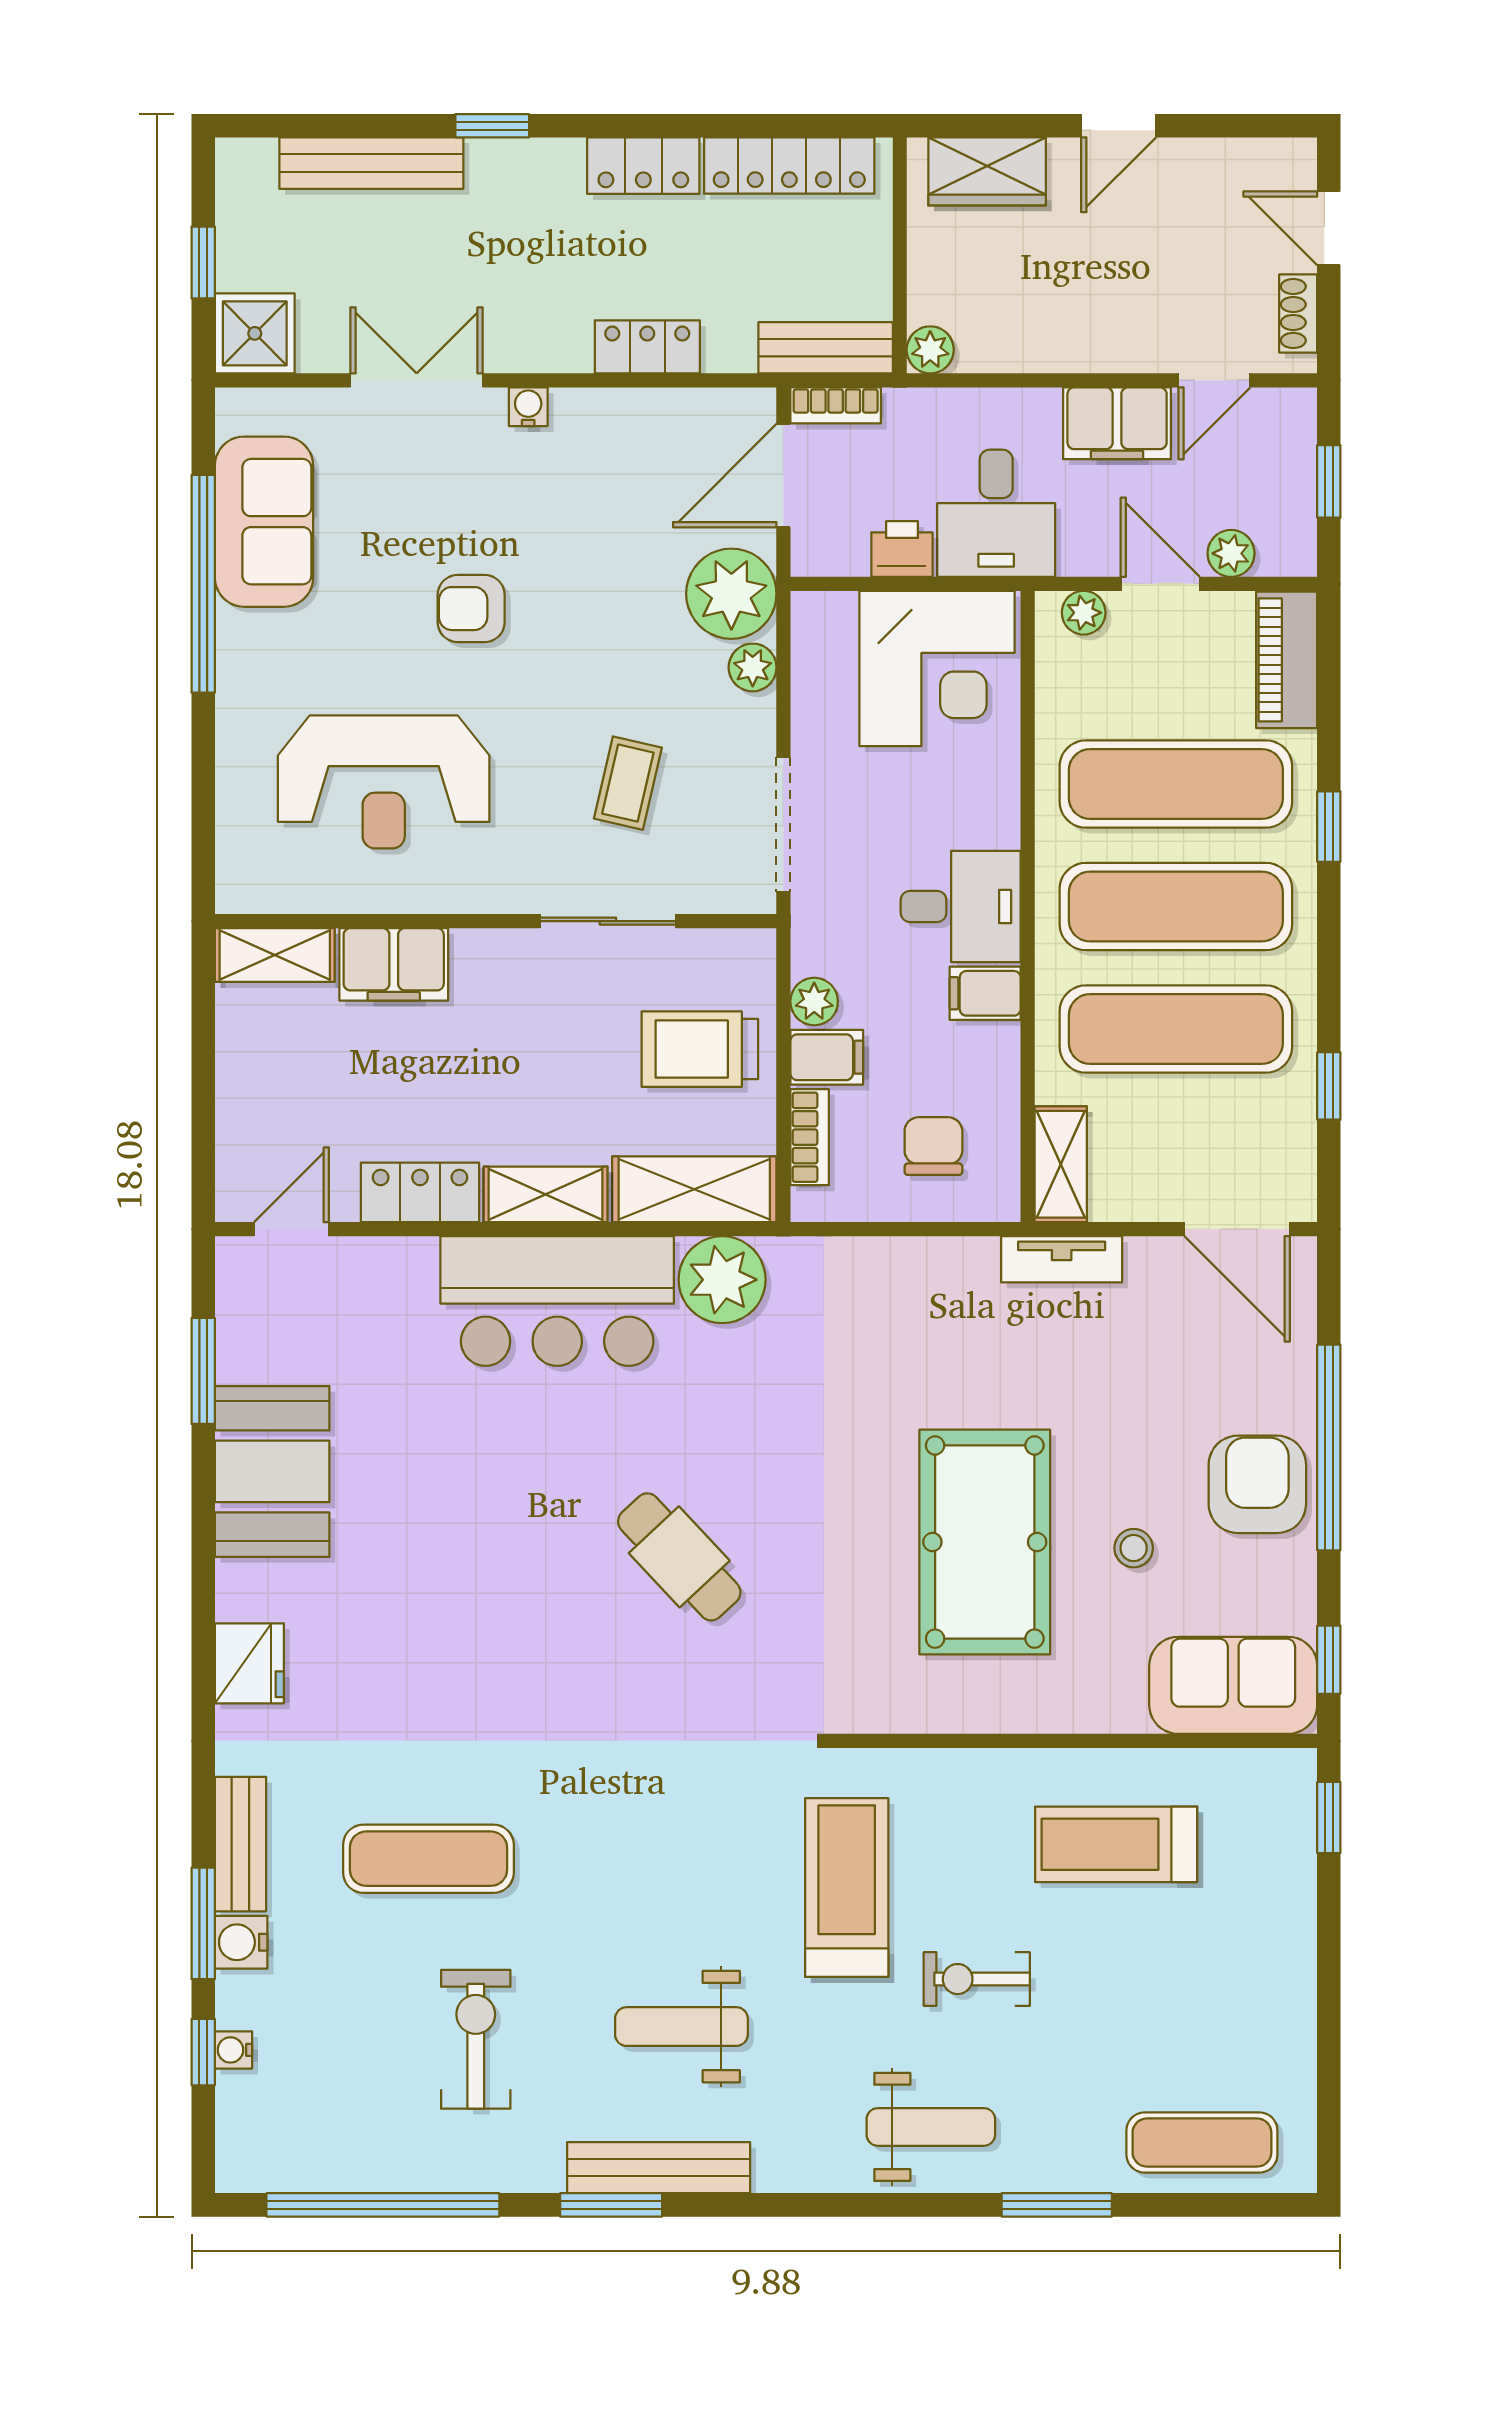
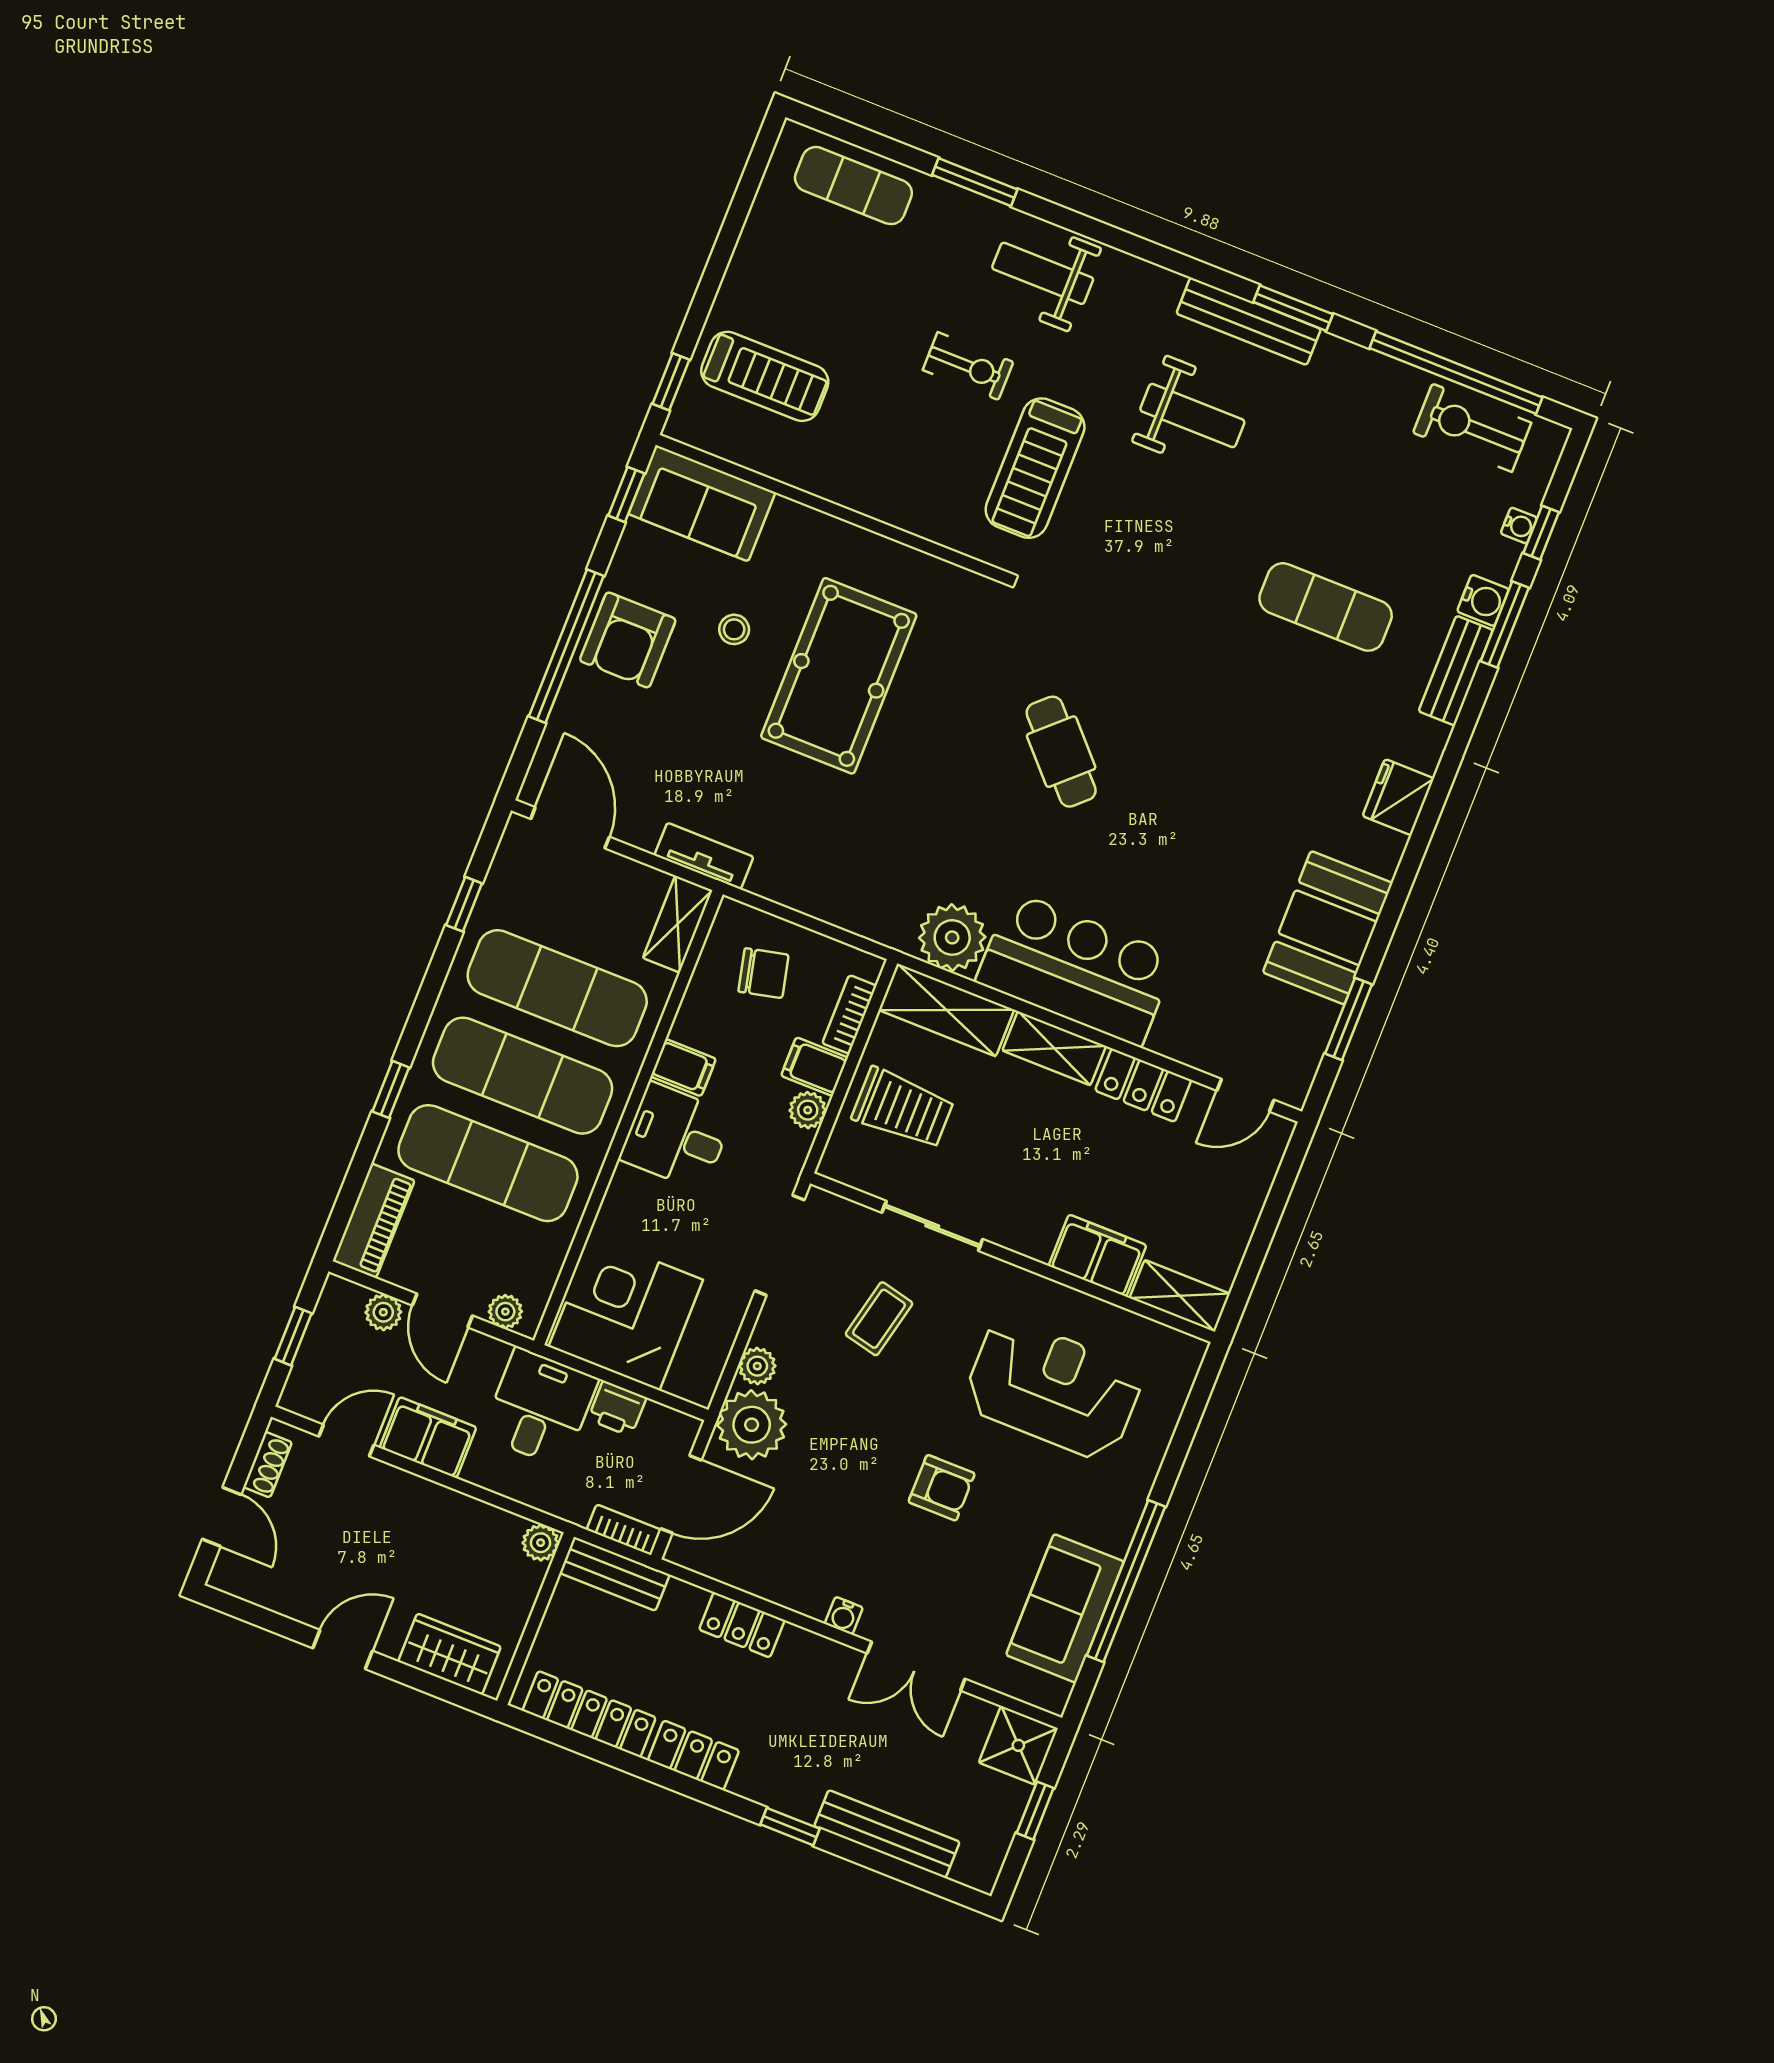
chair: (933, 1146) -> (763, 973), turned -103
treadmill: (1116, 1844) -> (765, 376), moved
exercise bike: (476, 2039) -> (1472, 428), moved, turned 90

